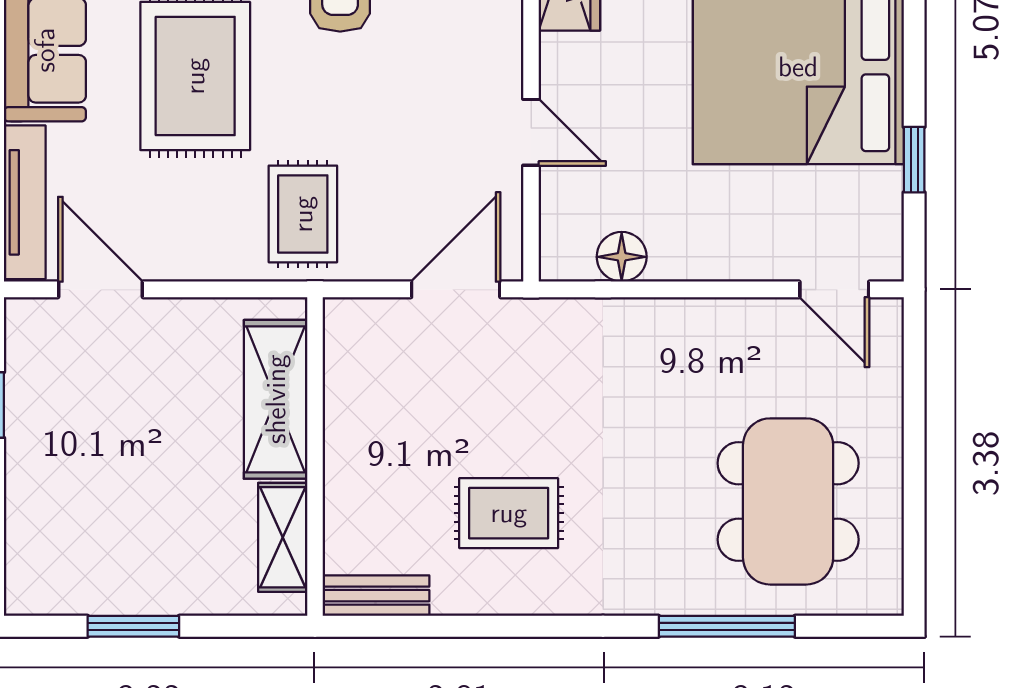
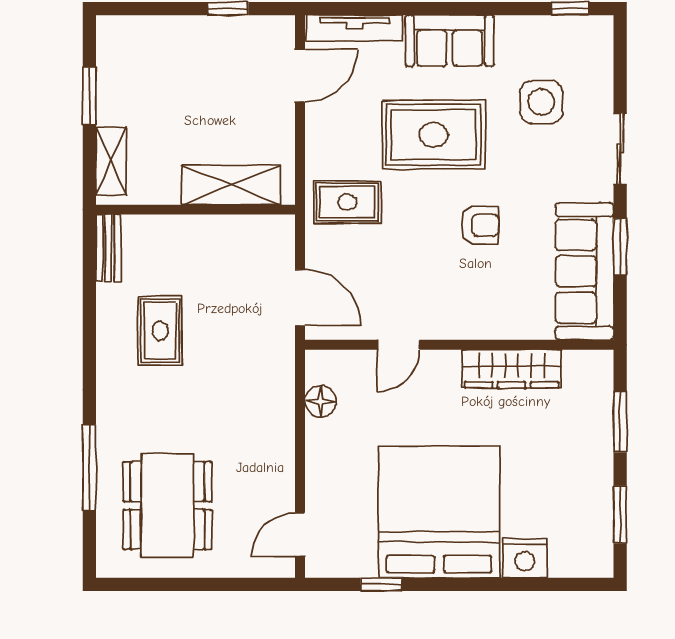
dining table: (788, 501) -> (167, 506), turned 90
shelving: (283, 537) -> (111, 161), moved, turned 90

